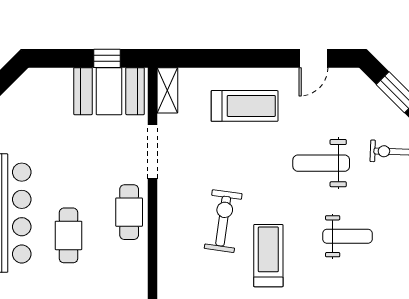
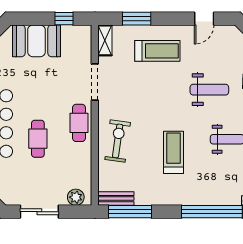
window: (214, 58) -> (137, 19), added
booth: (109, 91) -> (36, 41), moved
weight bench: (321, 163) -> (209, 90), turned 180
exercise bike: (223, 221) -> (118, 141), moved

